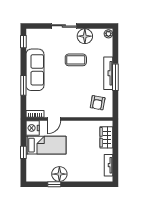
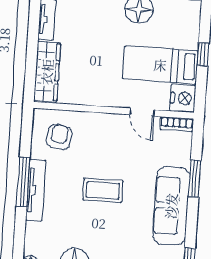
coffee table: (76, 60) -> (103, 190), moved
door: (54, 119) -> (142, 112), swing flipped
wardrobe: (106, 137) -> (47, 72), width x1.50

